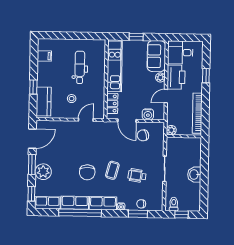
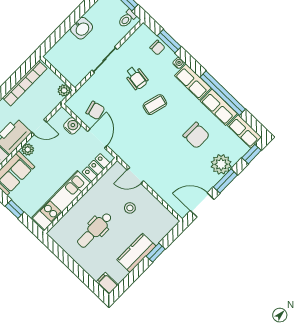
filing cabinet: (44, 56) -> (107, 283), moved
kitchen counter: (44, 102) -> (136, 253), moved
chair: (87, 172) -> (196, 135), moved, turned 90

